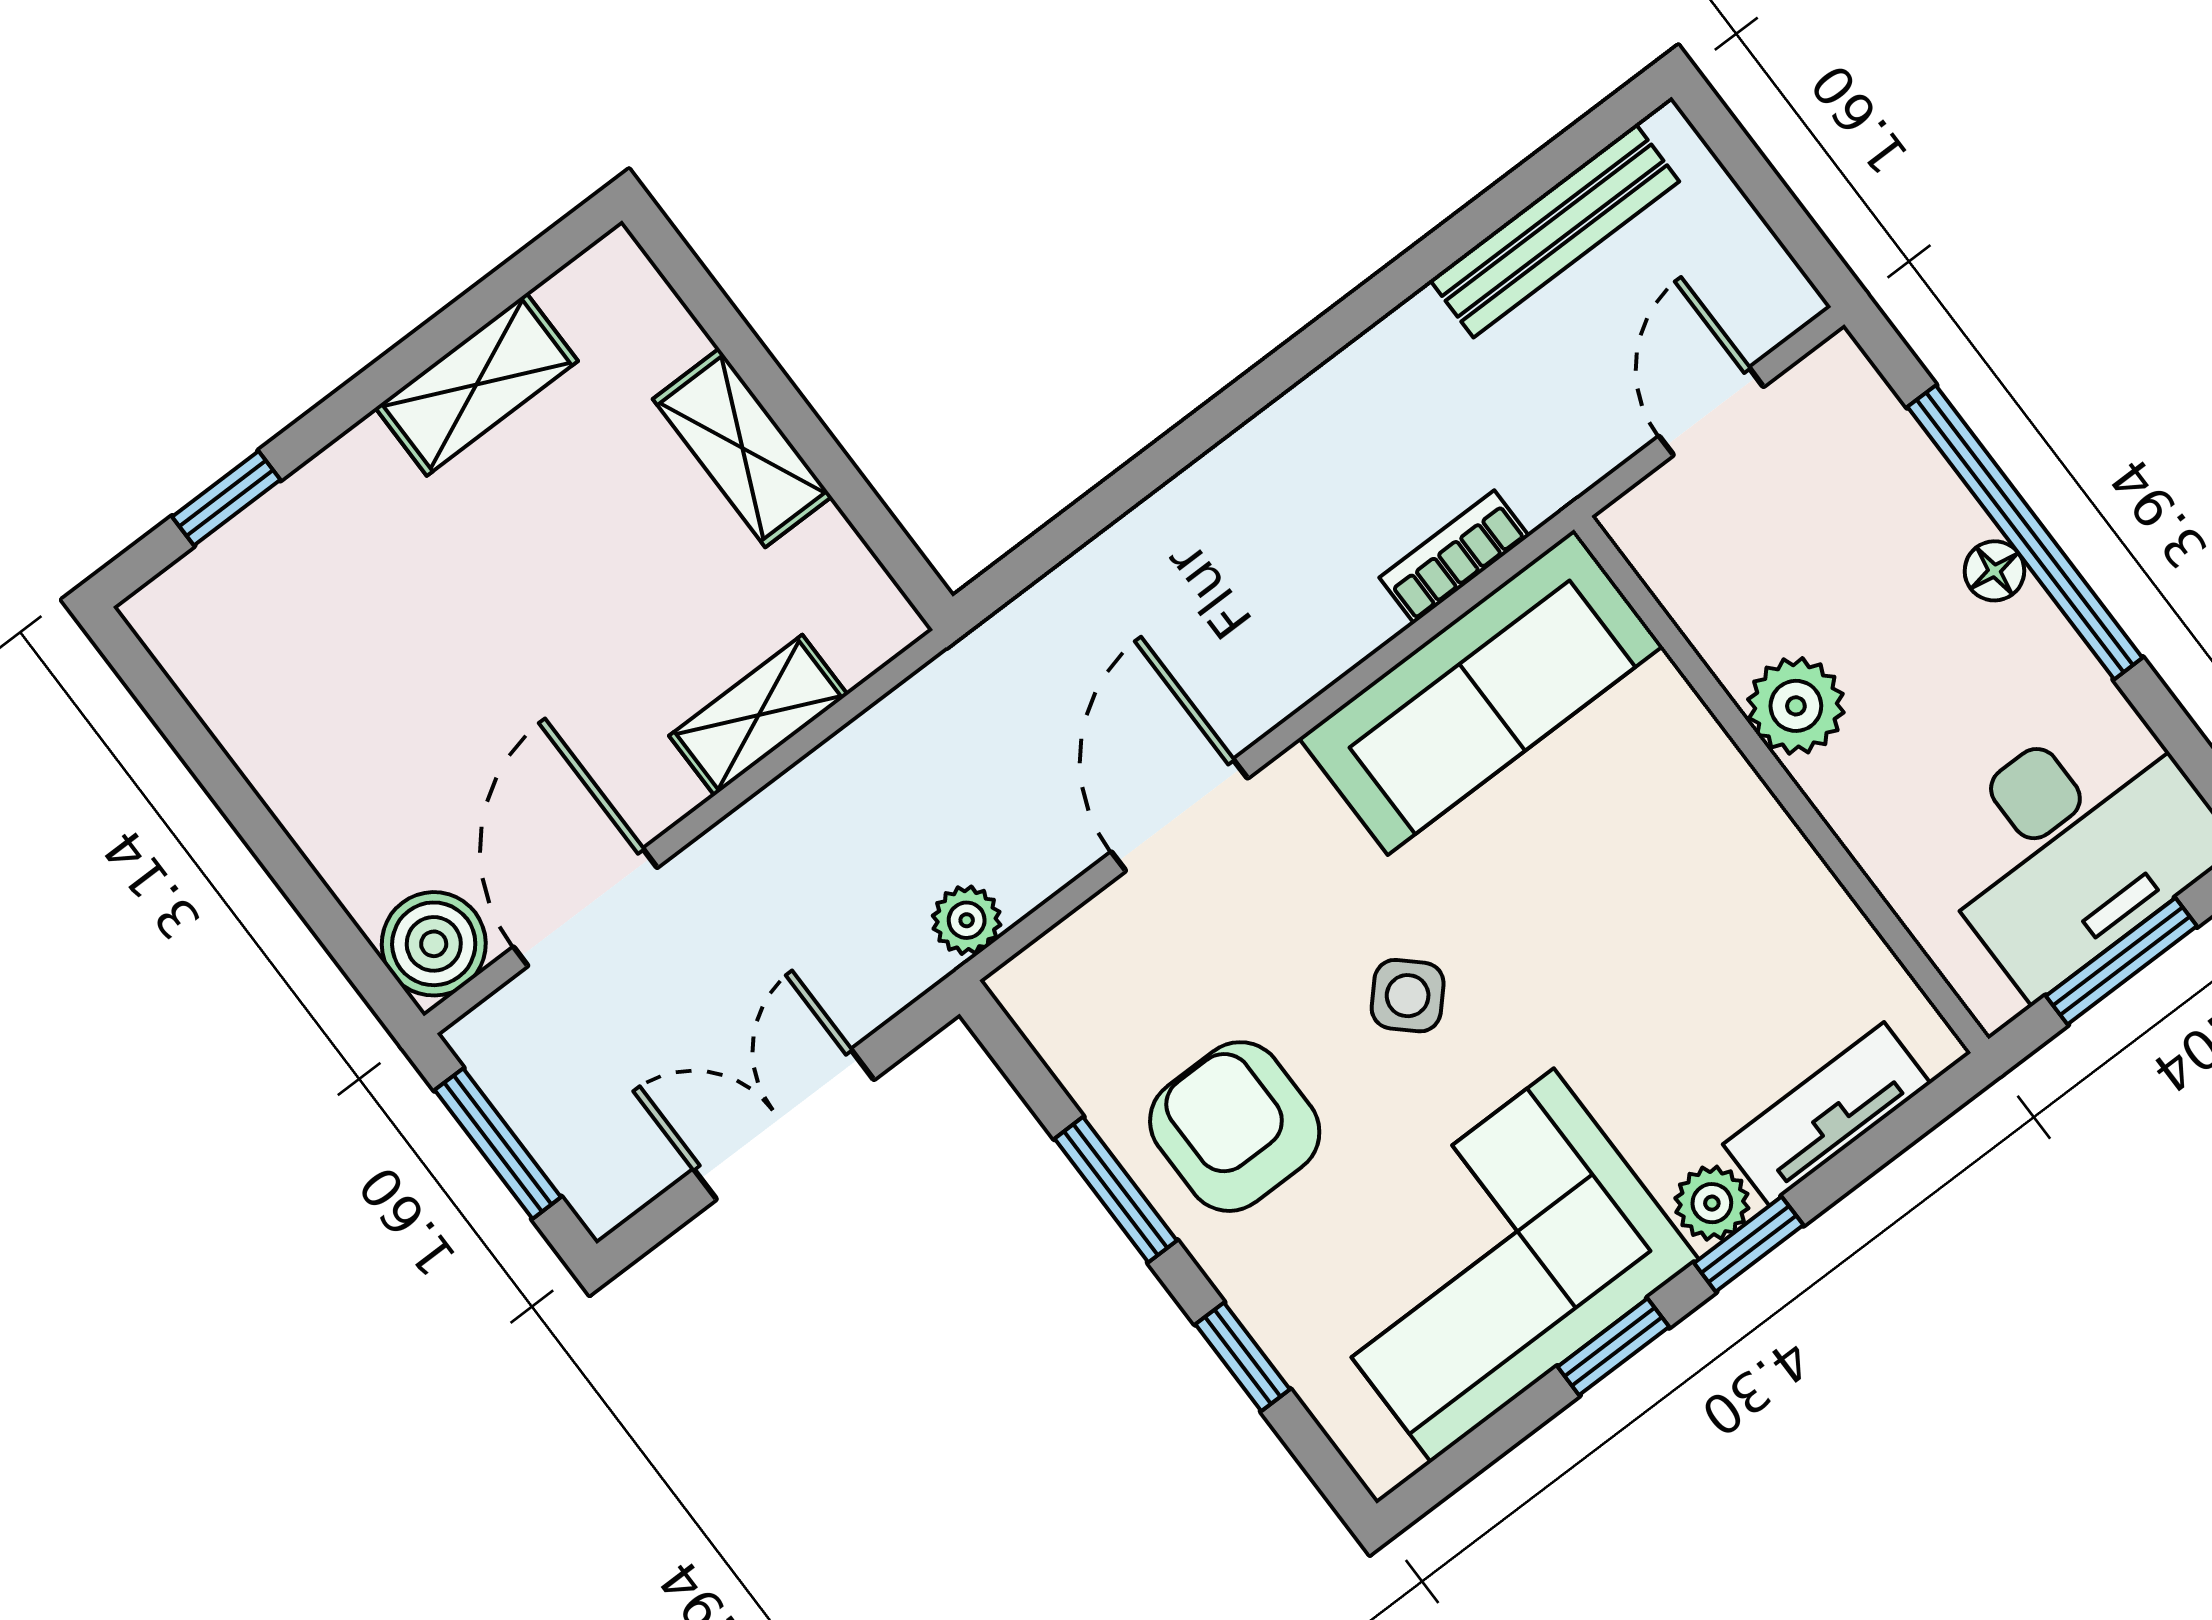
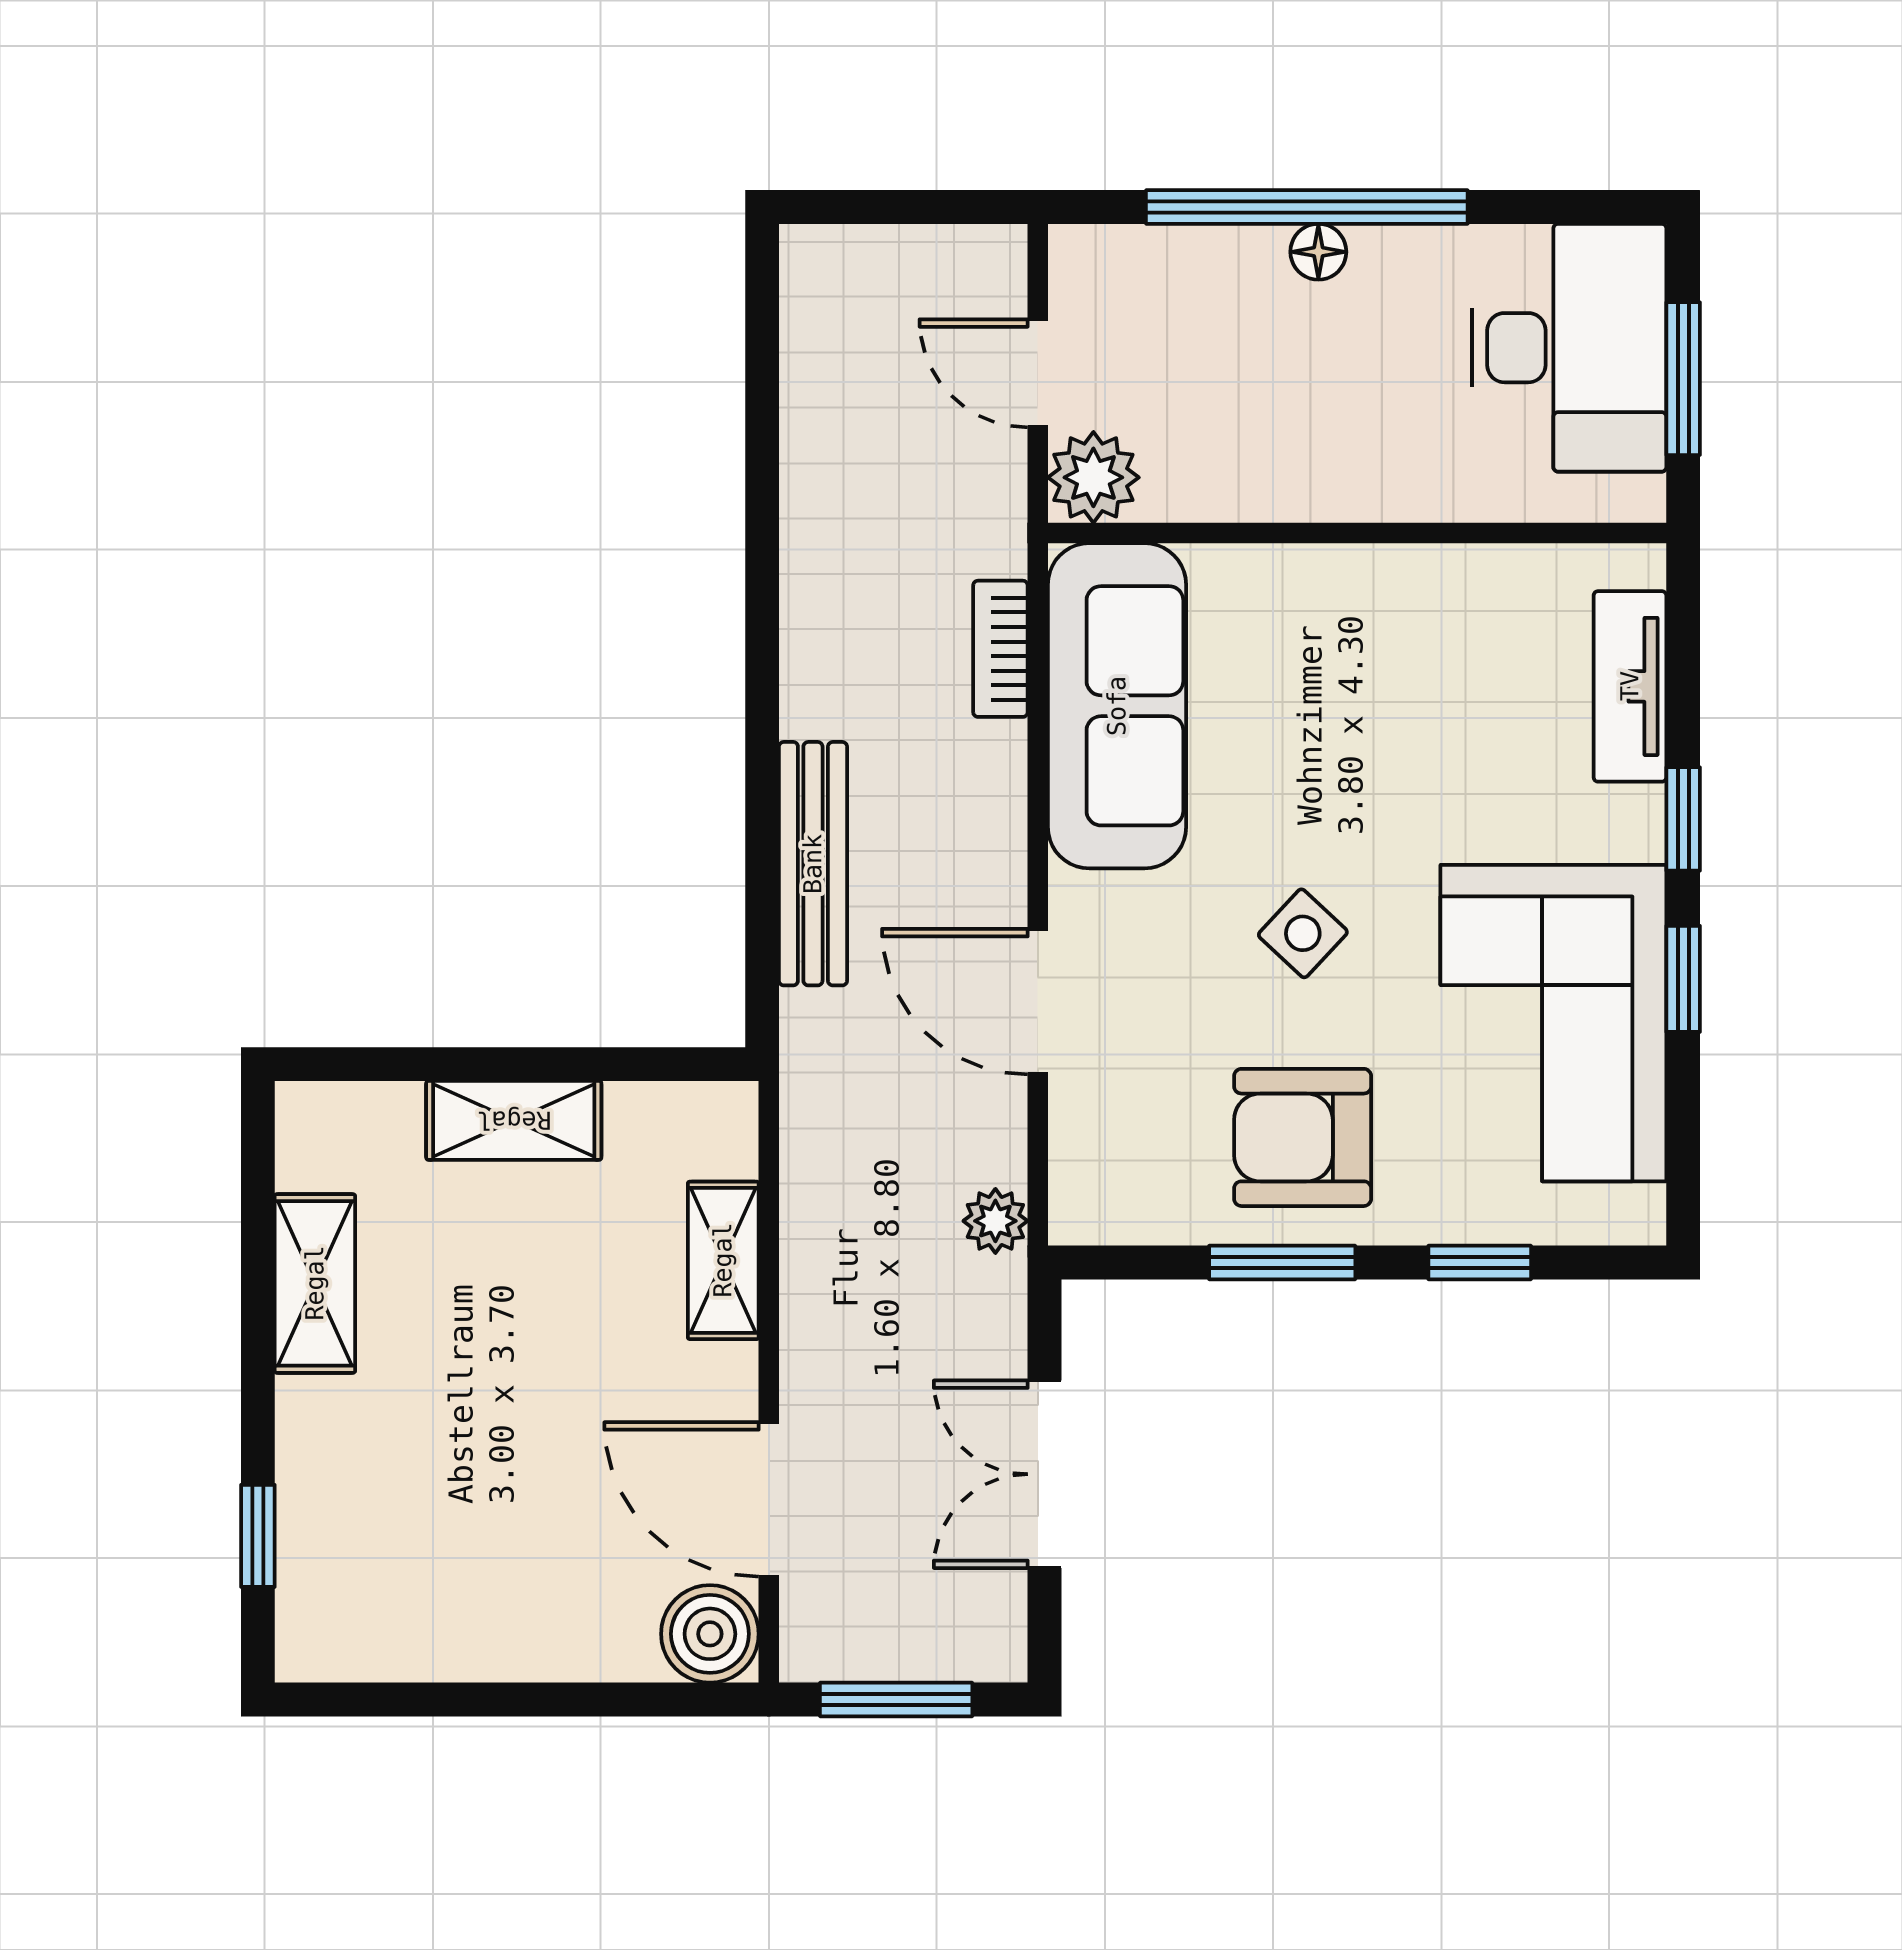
bench: (1554, 231) -> (813, 864), moved
plant: (1796, 706) -> (1093, 477), moved
plant: (1712, 1203) -> (1631, 823), removed

